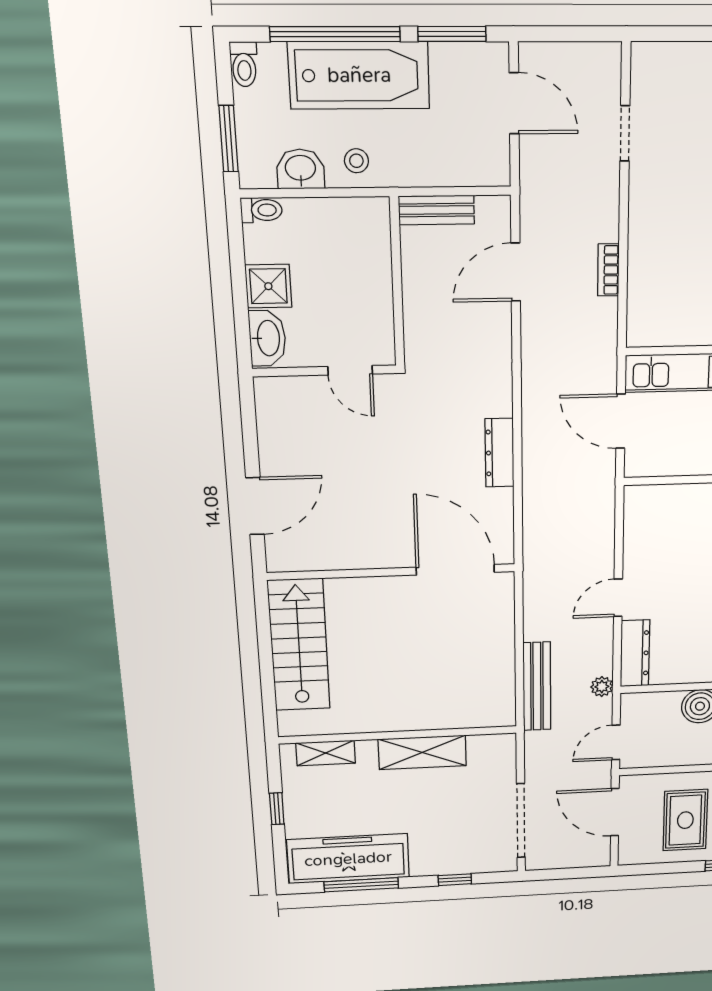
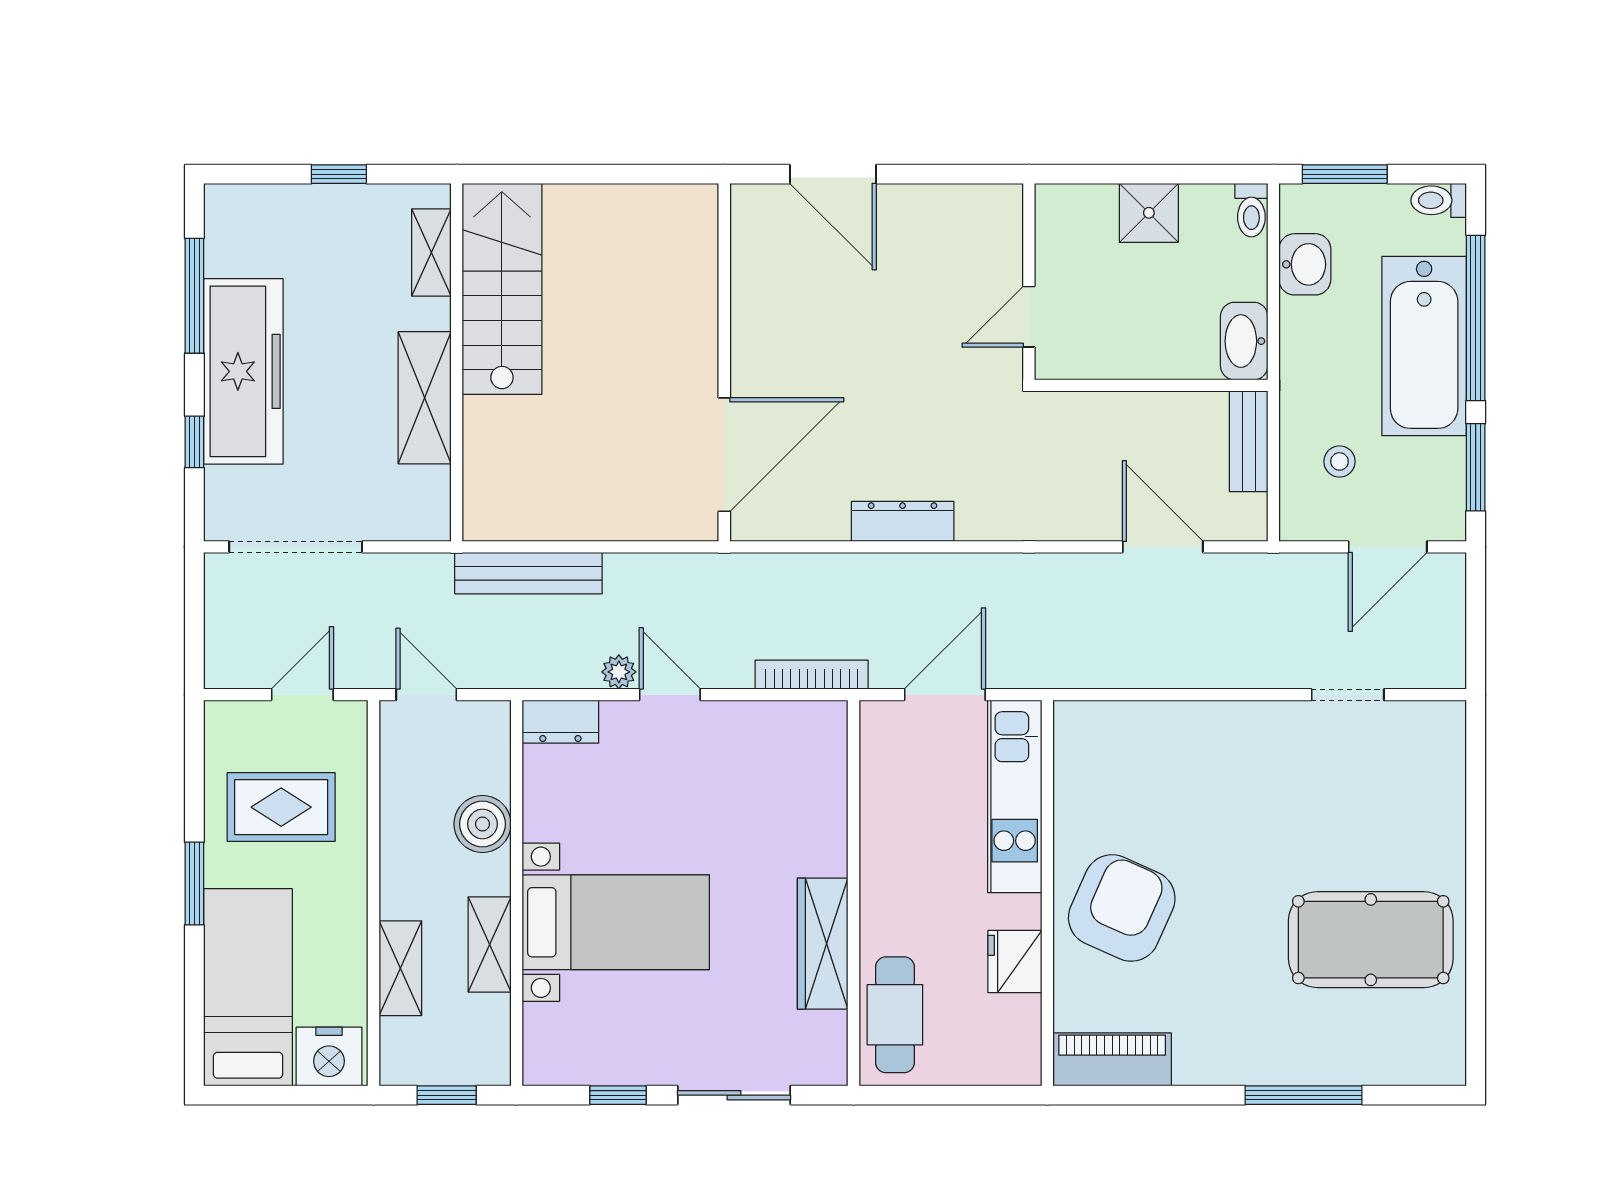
stool: (356, 161) -> (1339, 461), moved
bookcase: (608, 270) -> (812, 675), moved, width x1.56
washbasin: (267, 338) -> (1244, 341), moved, turned 90
stairs: (299, 645) -> (502, 289), moved, turned -90
dresser: (635, 653) -> (560, 722), width x0.70
plant: (602, 687) -> (619, 672), moved
door: (615, 812) -> (302, 695), width x0.73
freezer: (348, 859) -> (243, 371), moved

